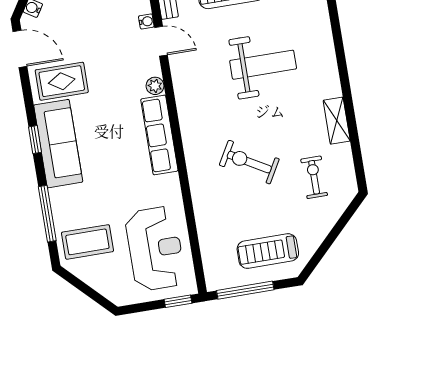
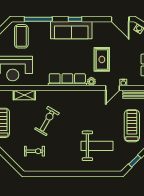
door: (20, 49) -> (120, 19), hinge flipped
weight bench: (263, 65) -> (97, 146), moved, turned -90
rug: (62, 81) -> (102, 59), moved
shelving: (337, 121) -> (24, 95), moved

